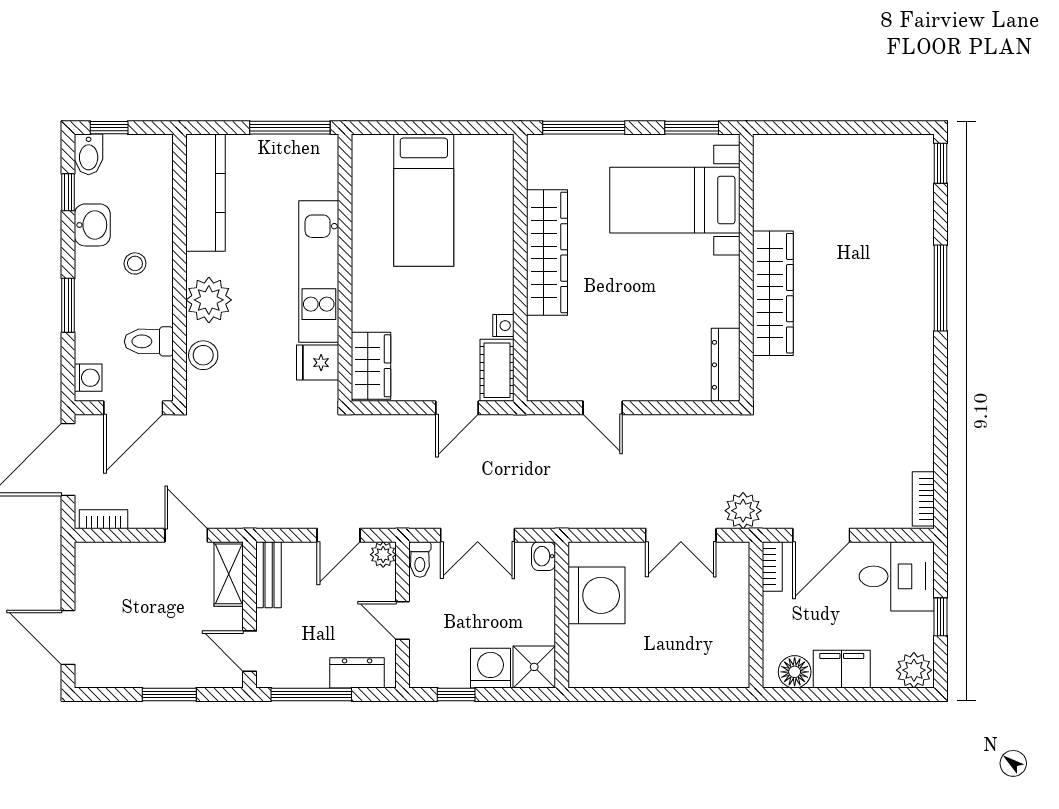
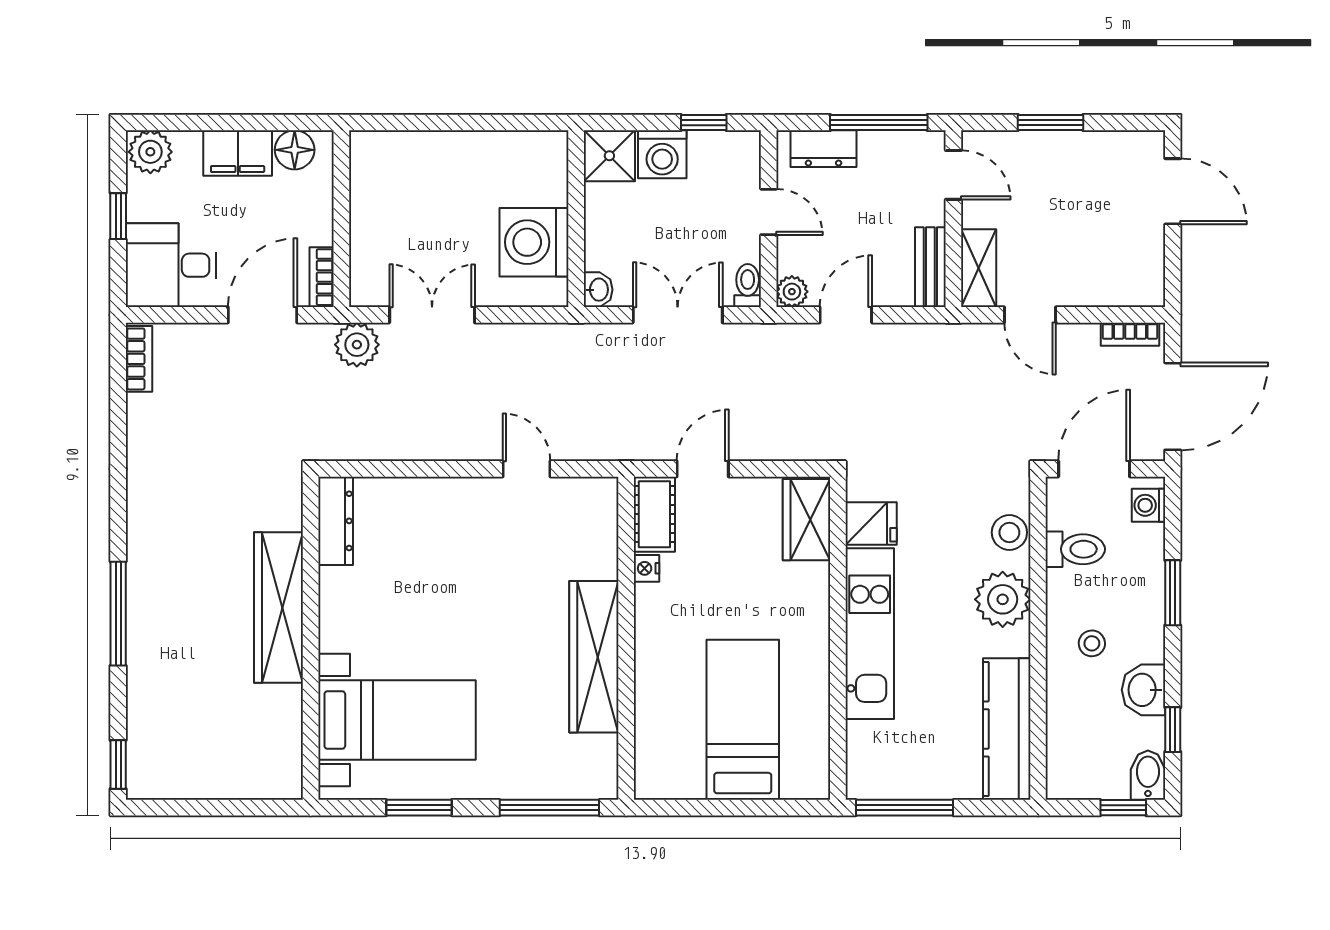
bed with nightstands: (675, 200) -> (397, 720), moved
wall: (746, 268) -> (311, 638), moved
wardrobe: (773, 293) -> (278, 607), moved
dresser: (726, 365) -> (336, 521), moved

